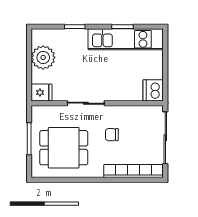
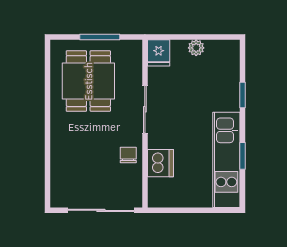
plant: (43, 57) -> (196, 48), width x0.53, depth x0.53
dishwasher: (153, 90) -> (160, 163), moved, turned 90
chair: (112, 135) -> (128, 155), moved
bookcase: (133, 171) -> (59, 170), removed

